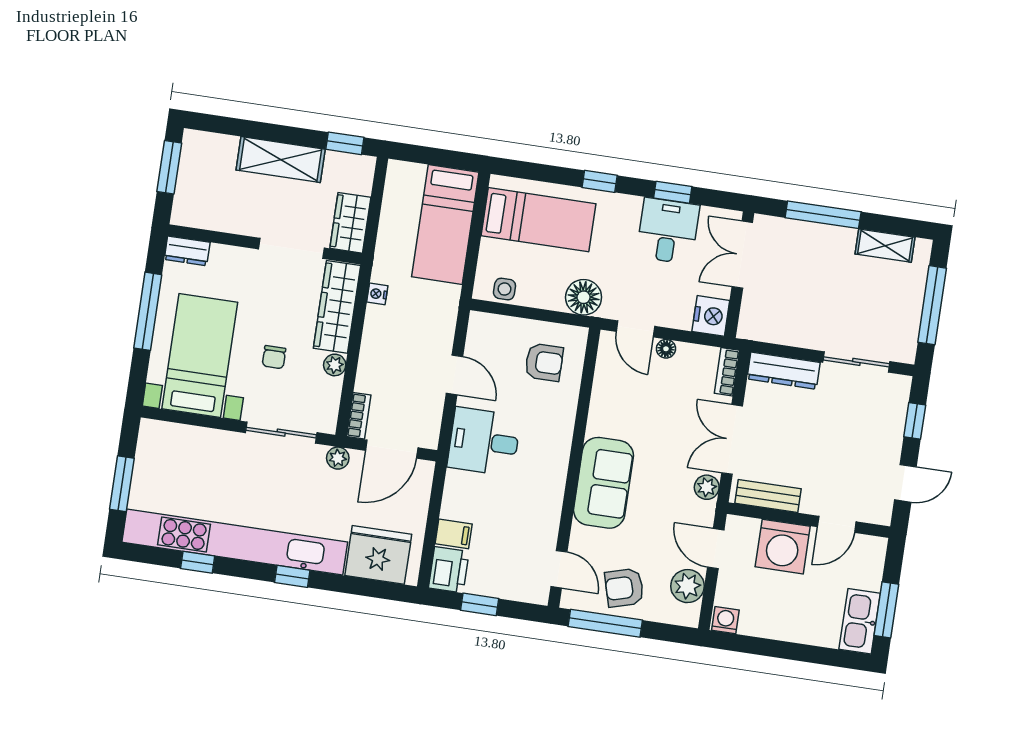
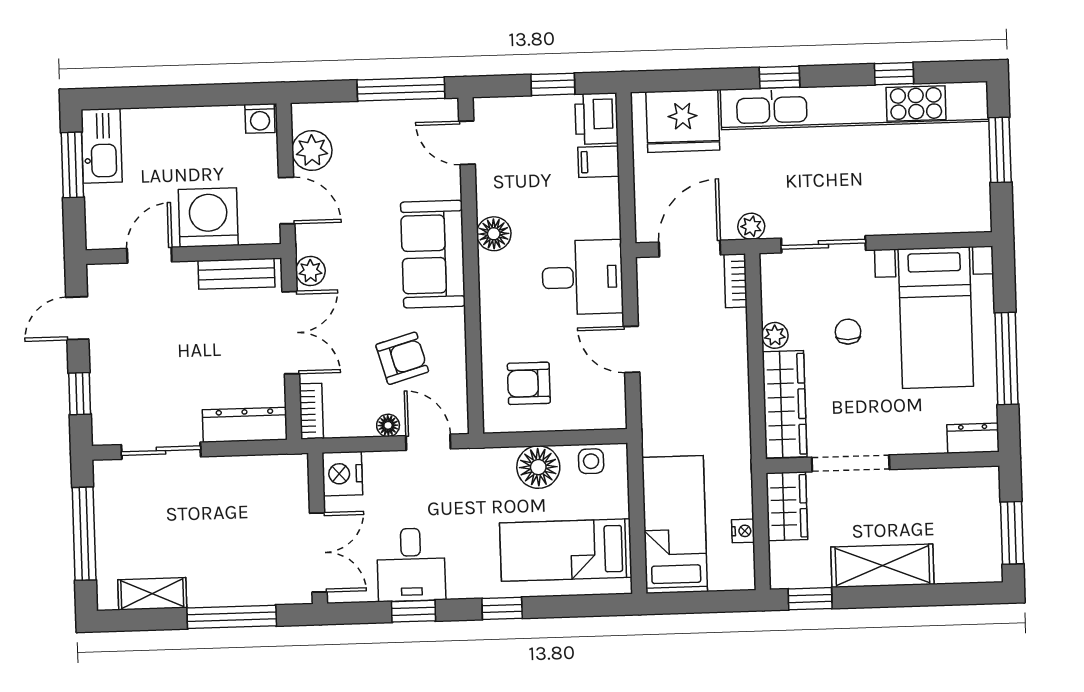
nightstand: (377, 294) -> (743, 531), moved
floor lamp: (584, 297) -> (538, 467), moved
floor lamp: (550, 490) -> (494, 234), added
armchair: (624, 588) -> (402, 358), moved

